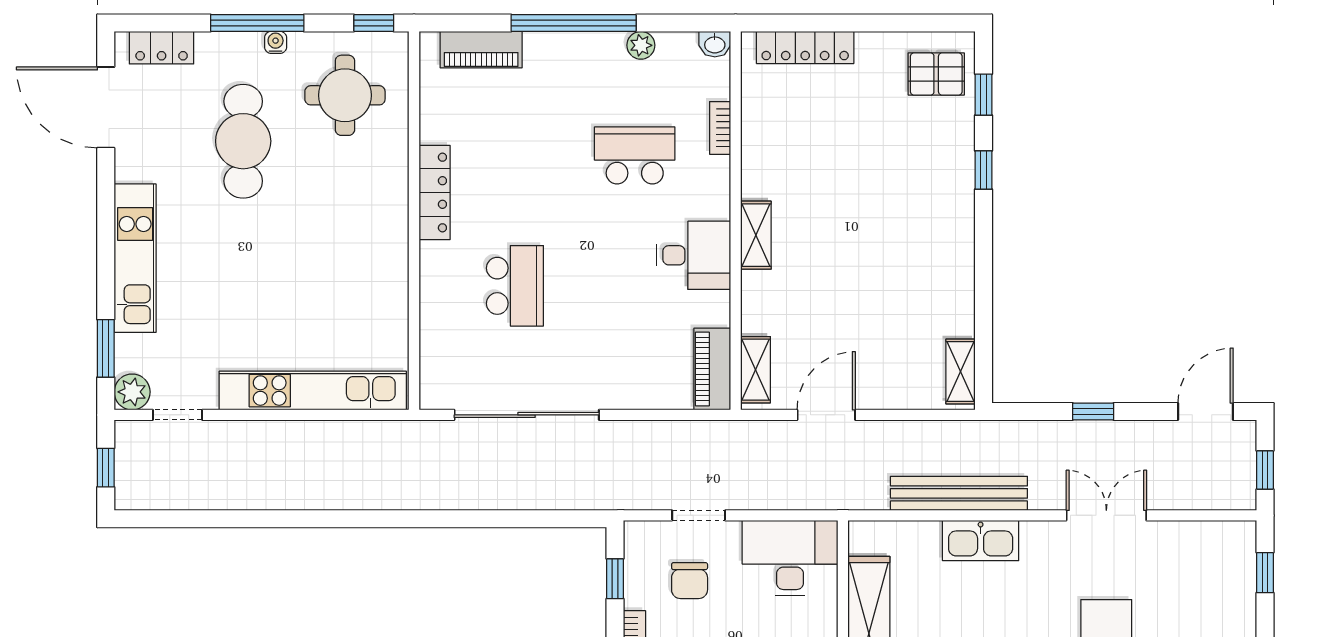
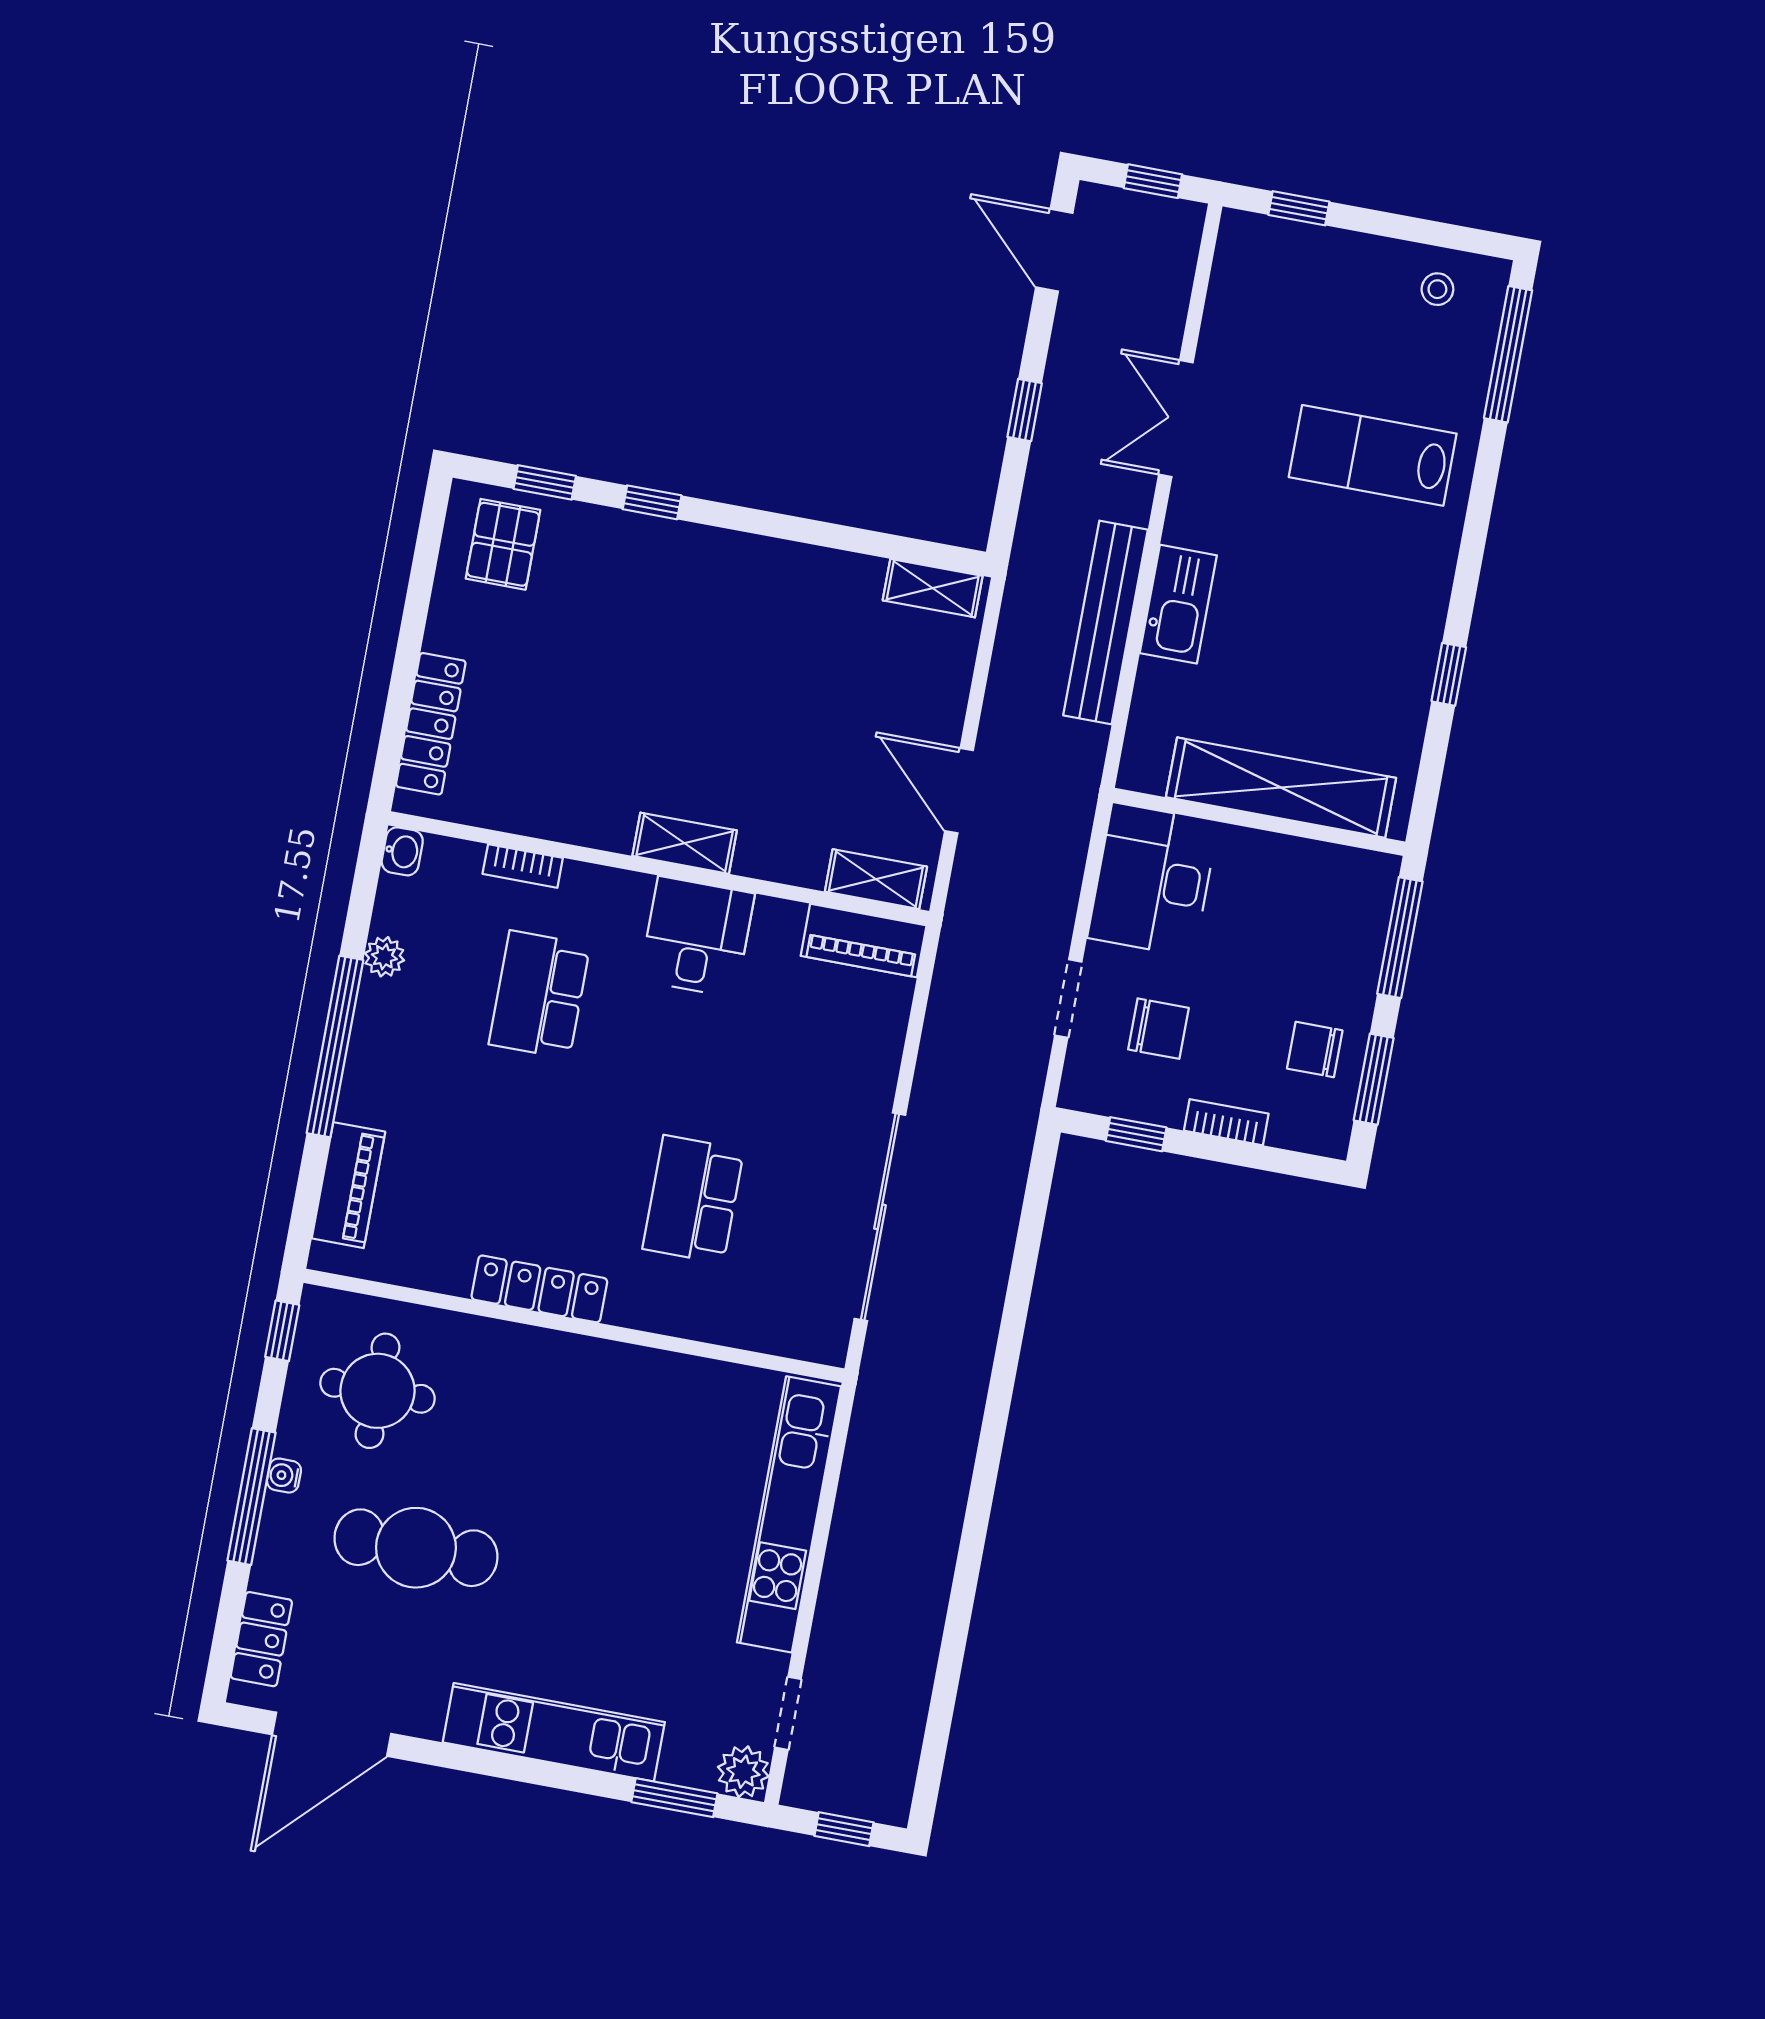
school desk: (515, 286) -> (693, 1199), turned -90

